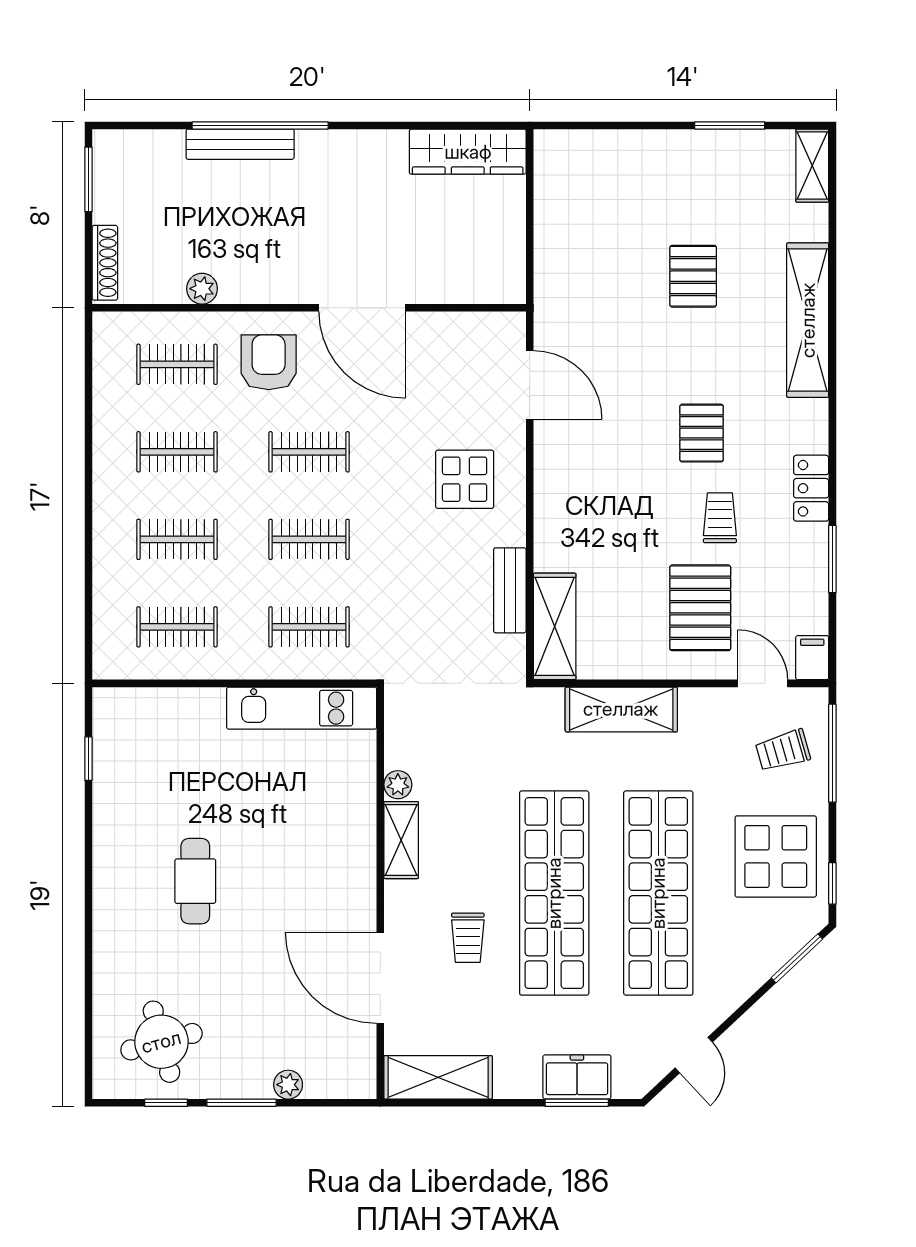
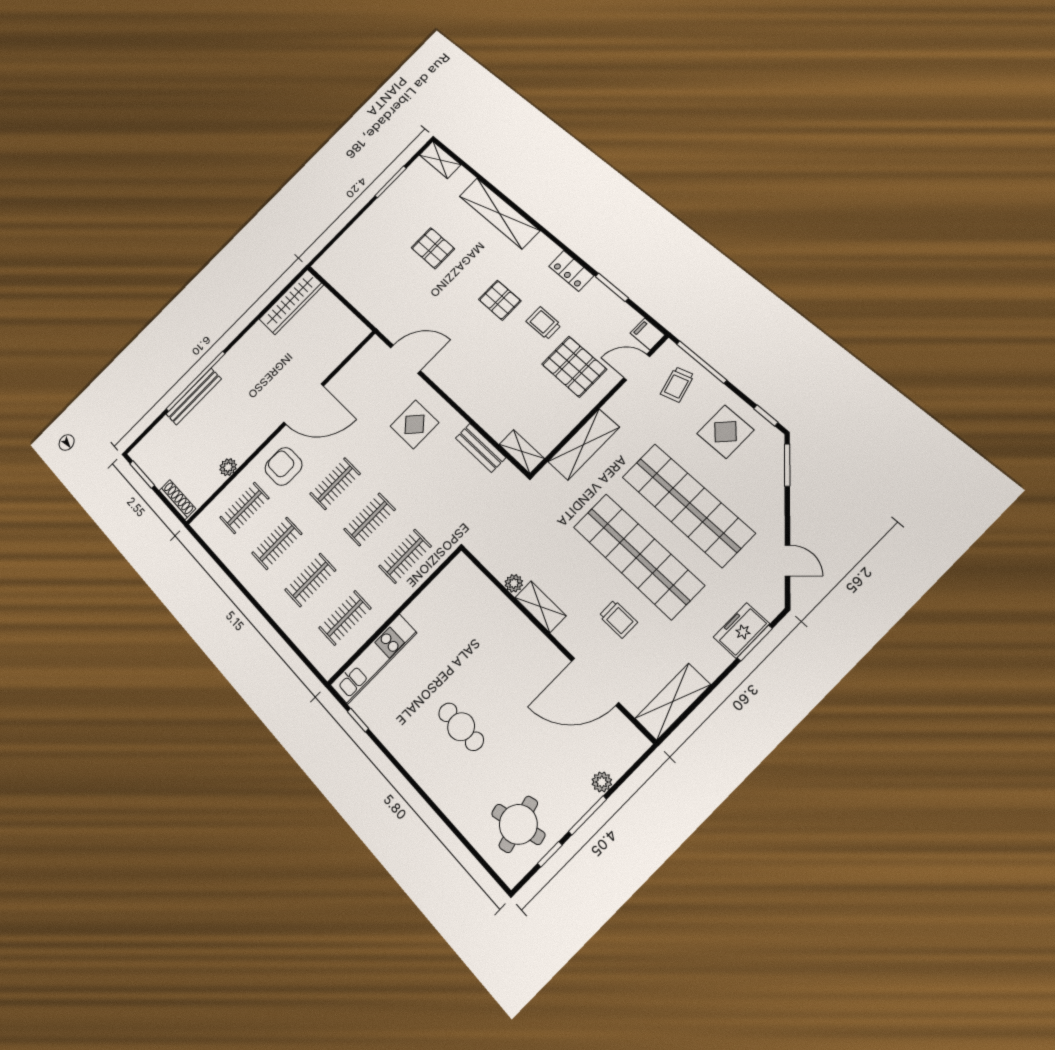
shelving: (555, 626) -> (522, 451), width x0.67, depth x0.75
kitchen unit: (302, 708) -> (374, 659), moved
display table: (776, 856) -> (725, 432), width x0.73, depth x0.73

